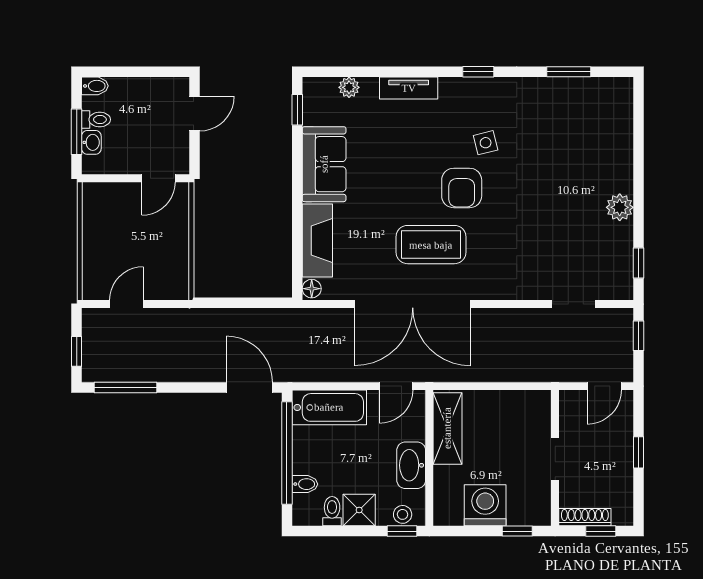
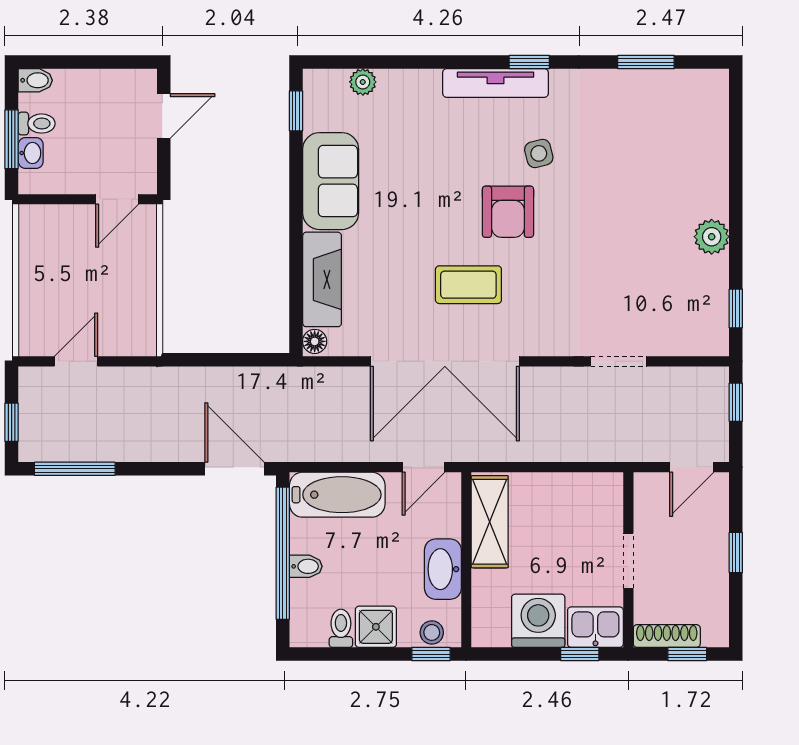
tv unit: (409, 88) -> (496, 83), moved, width x1.41
coffee table: (431, 245) -> (468, 285), width x0.73, depth x0.76
doorway: (574, 304) -> (619, 361), moved
bidet: (305, 484) -> (306, 566), moved
kitchen sink: (530, 510) -> (595, 627), added

